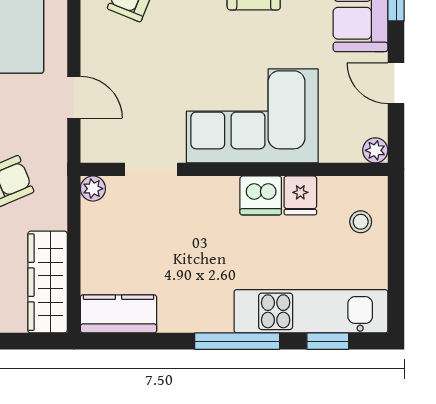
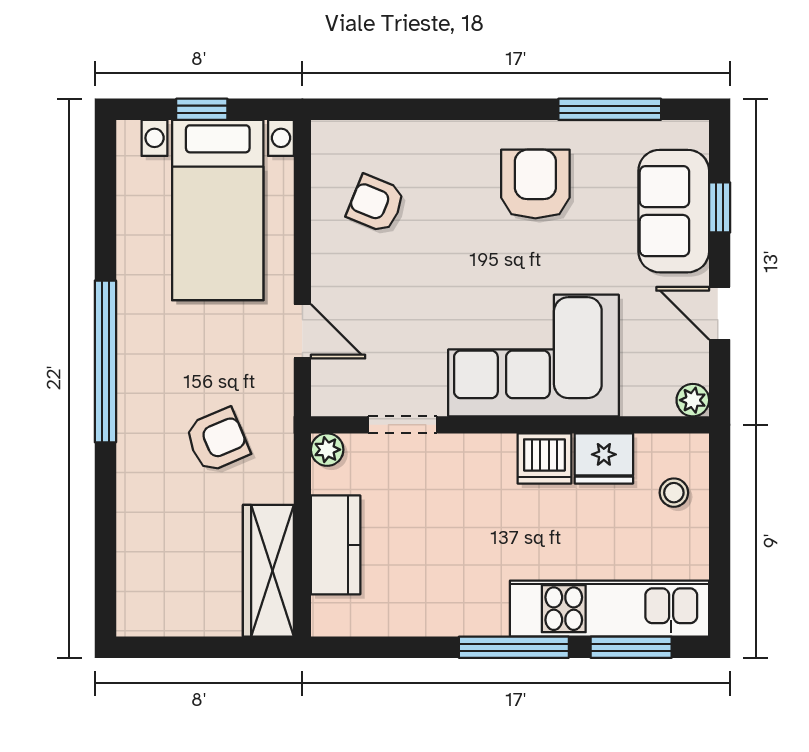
fridge: (300, 195) -> (604, 458), width x1.38
kitchen counter: (119, 314) -> (336, 545), moved, turned 90
window: (328, 341) -> (631, 647), width x1.50

